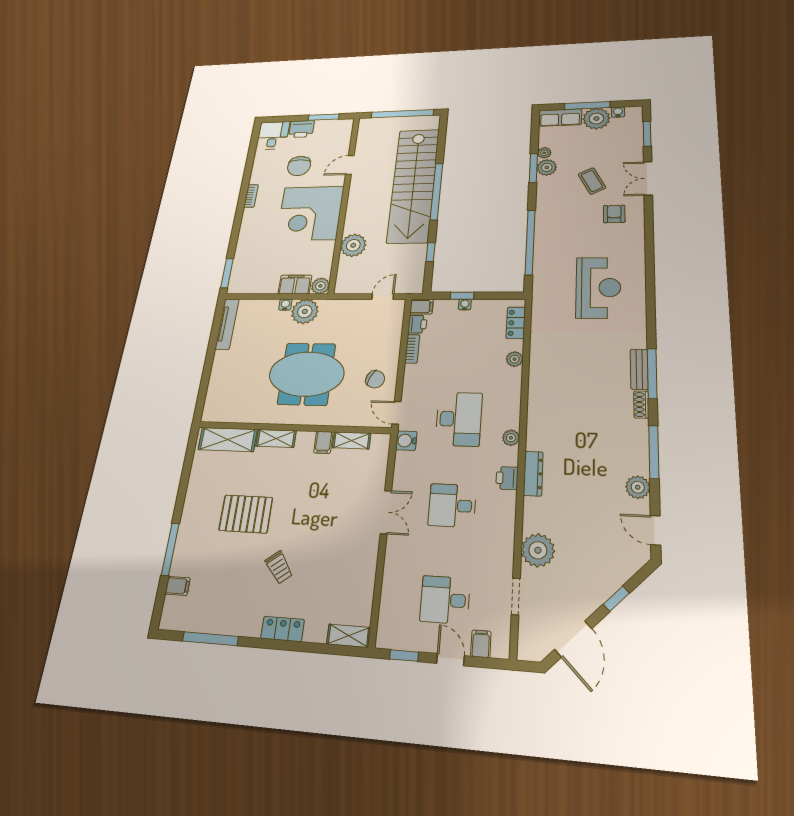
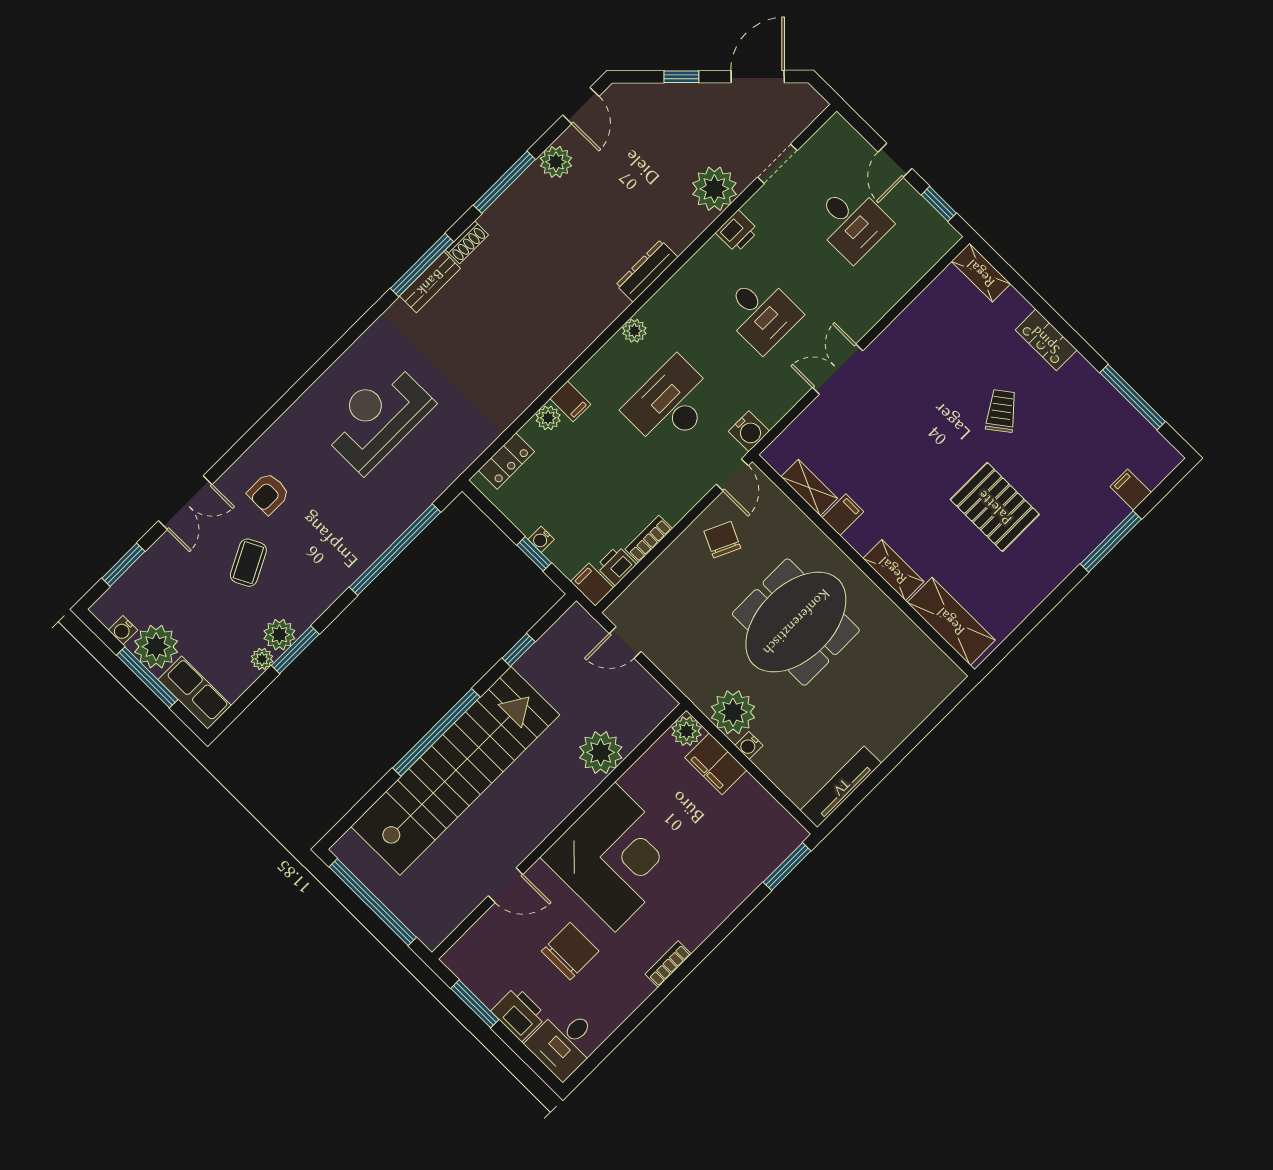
meeting table: (307, 374) -> (796, 622), turned 90
printer: (507, 478) -> (737, 232), moved
filing cabinet: (481, 644) -> (570, 401), moved, turned -90

